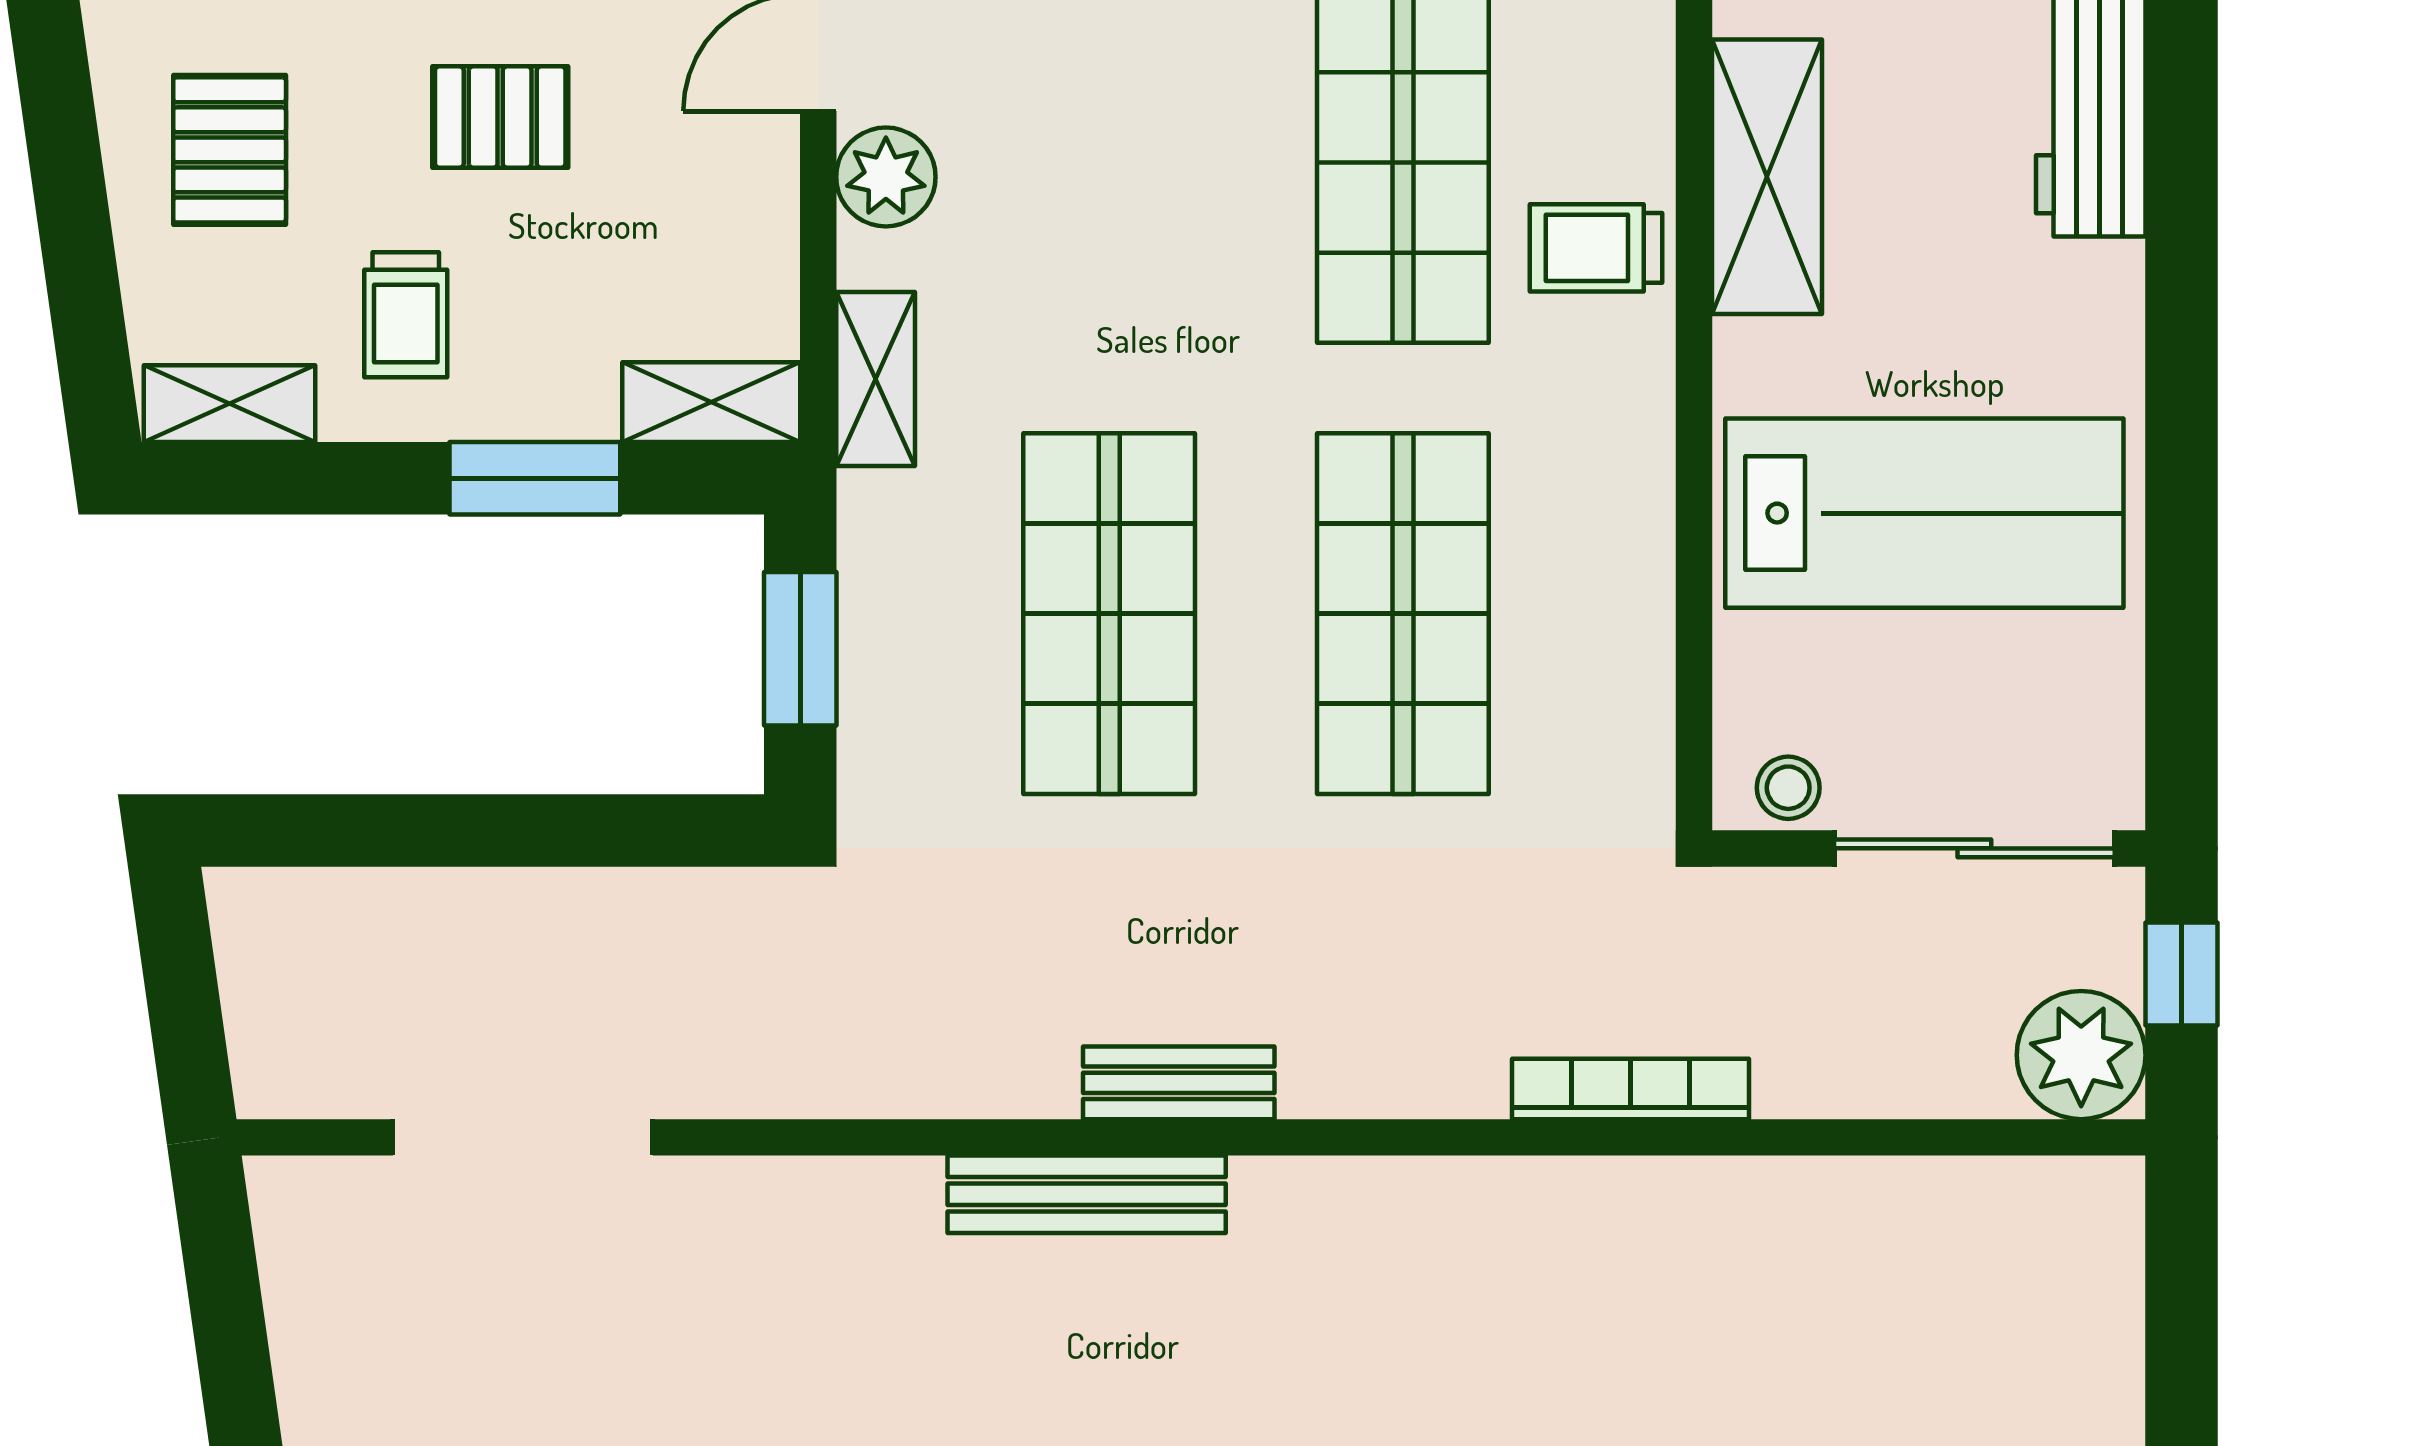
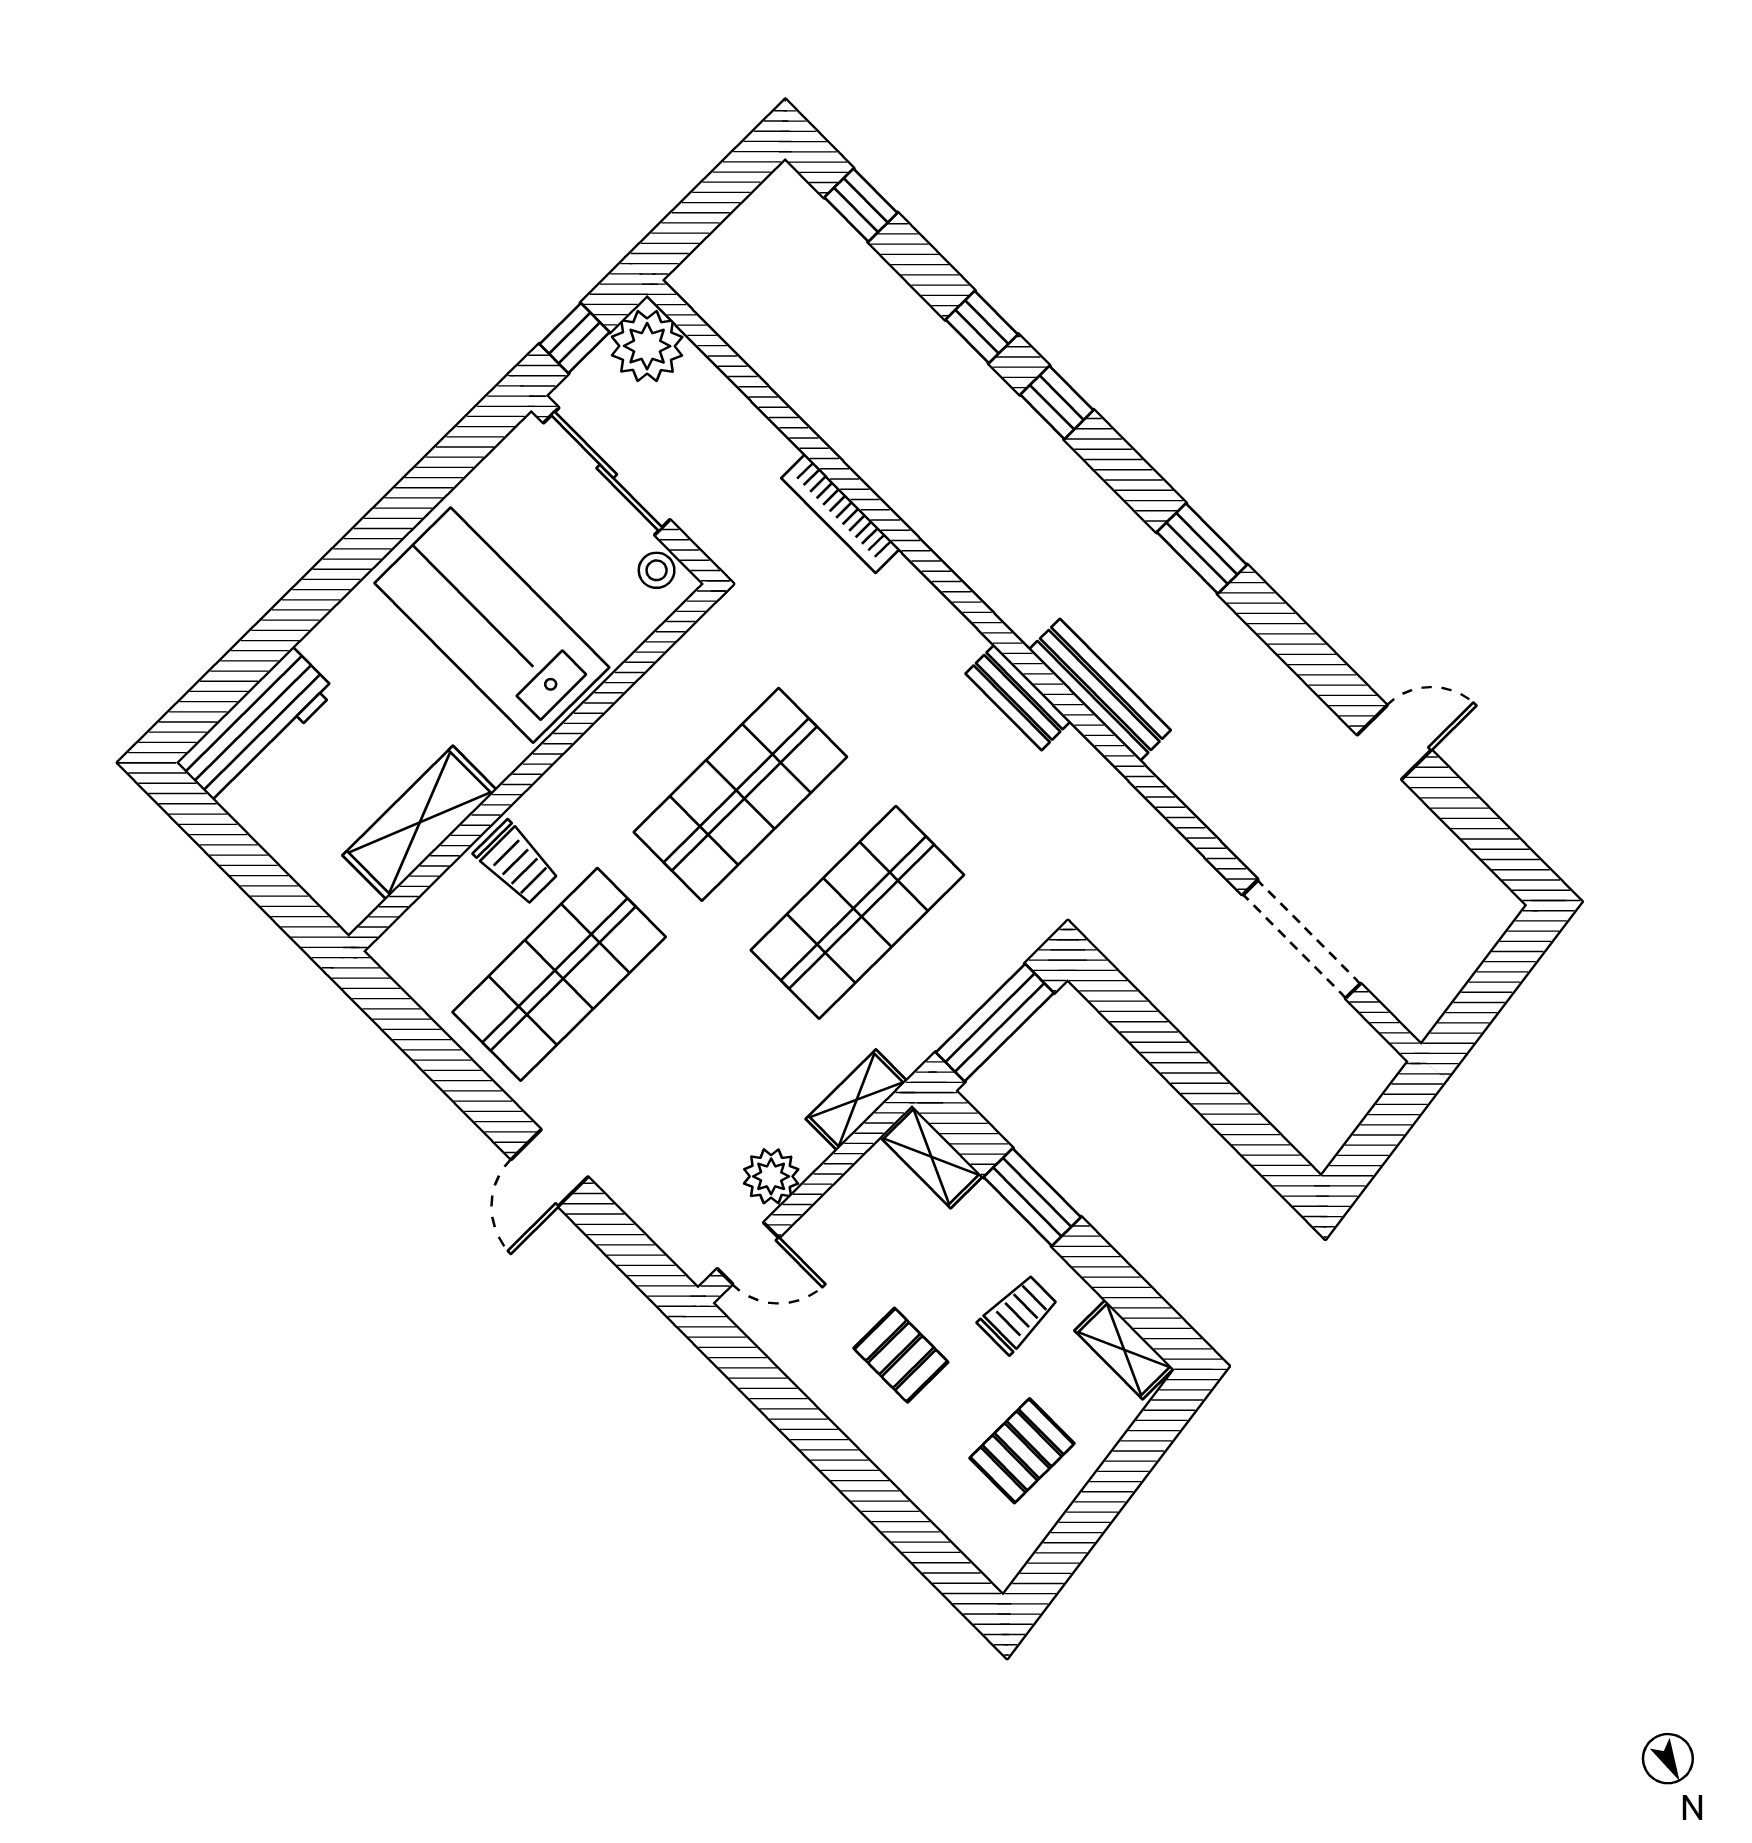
window: (800, 649) -> (995, 1023), width x1.44

